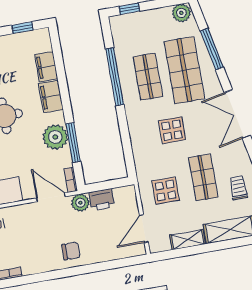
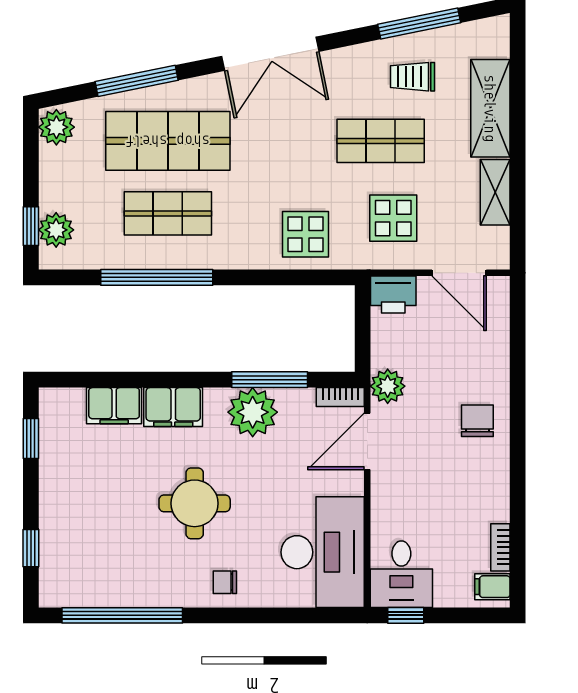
plant: (130, 22) -> (56, 230), added
display table: (172, 130) -> (306, 234), moved
printer: (102, 200) -> (393, 294), moved, turned 90

